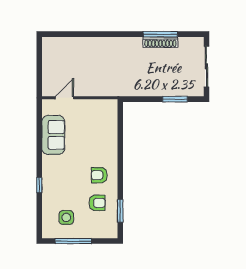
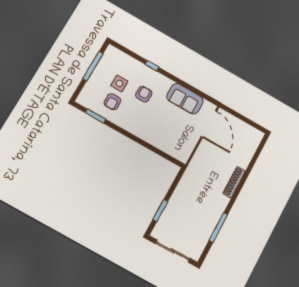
shoe rack: (160, 42) -> (234, 182), moved
door: (65, 98) -> (209, 124), width x1.88
armchair: (99, 175) -> (144, 94), moved
side table: (66, 217) -> (119, 83), moved

